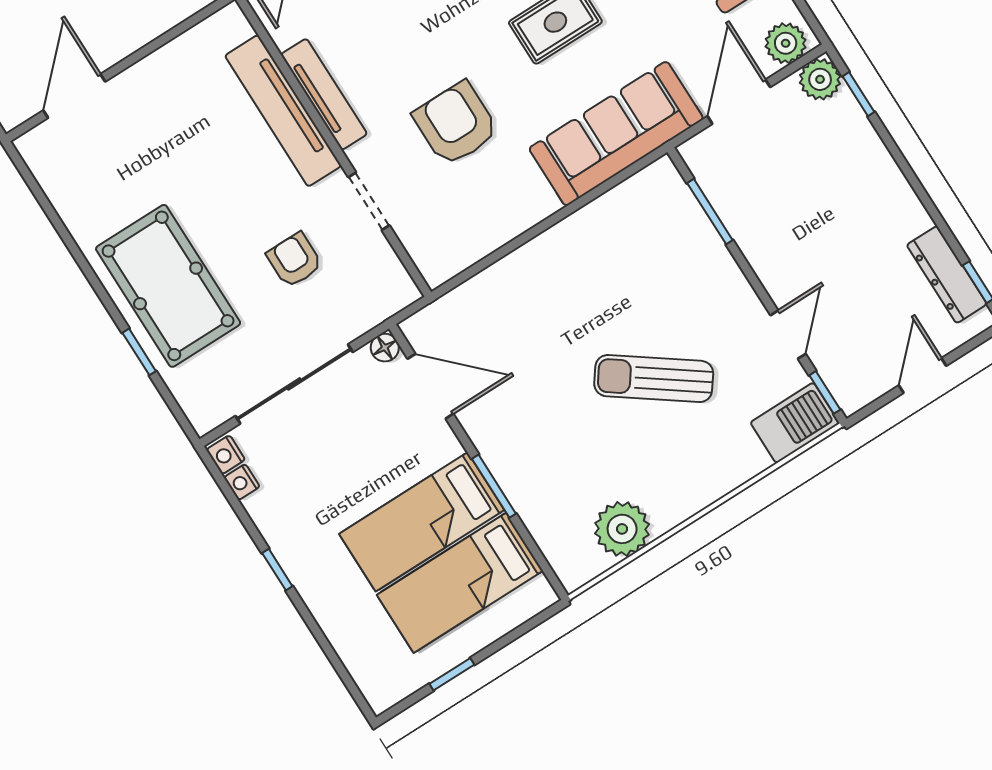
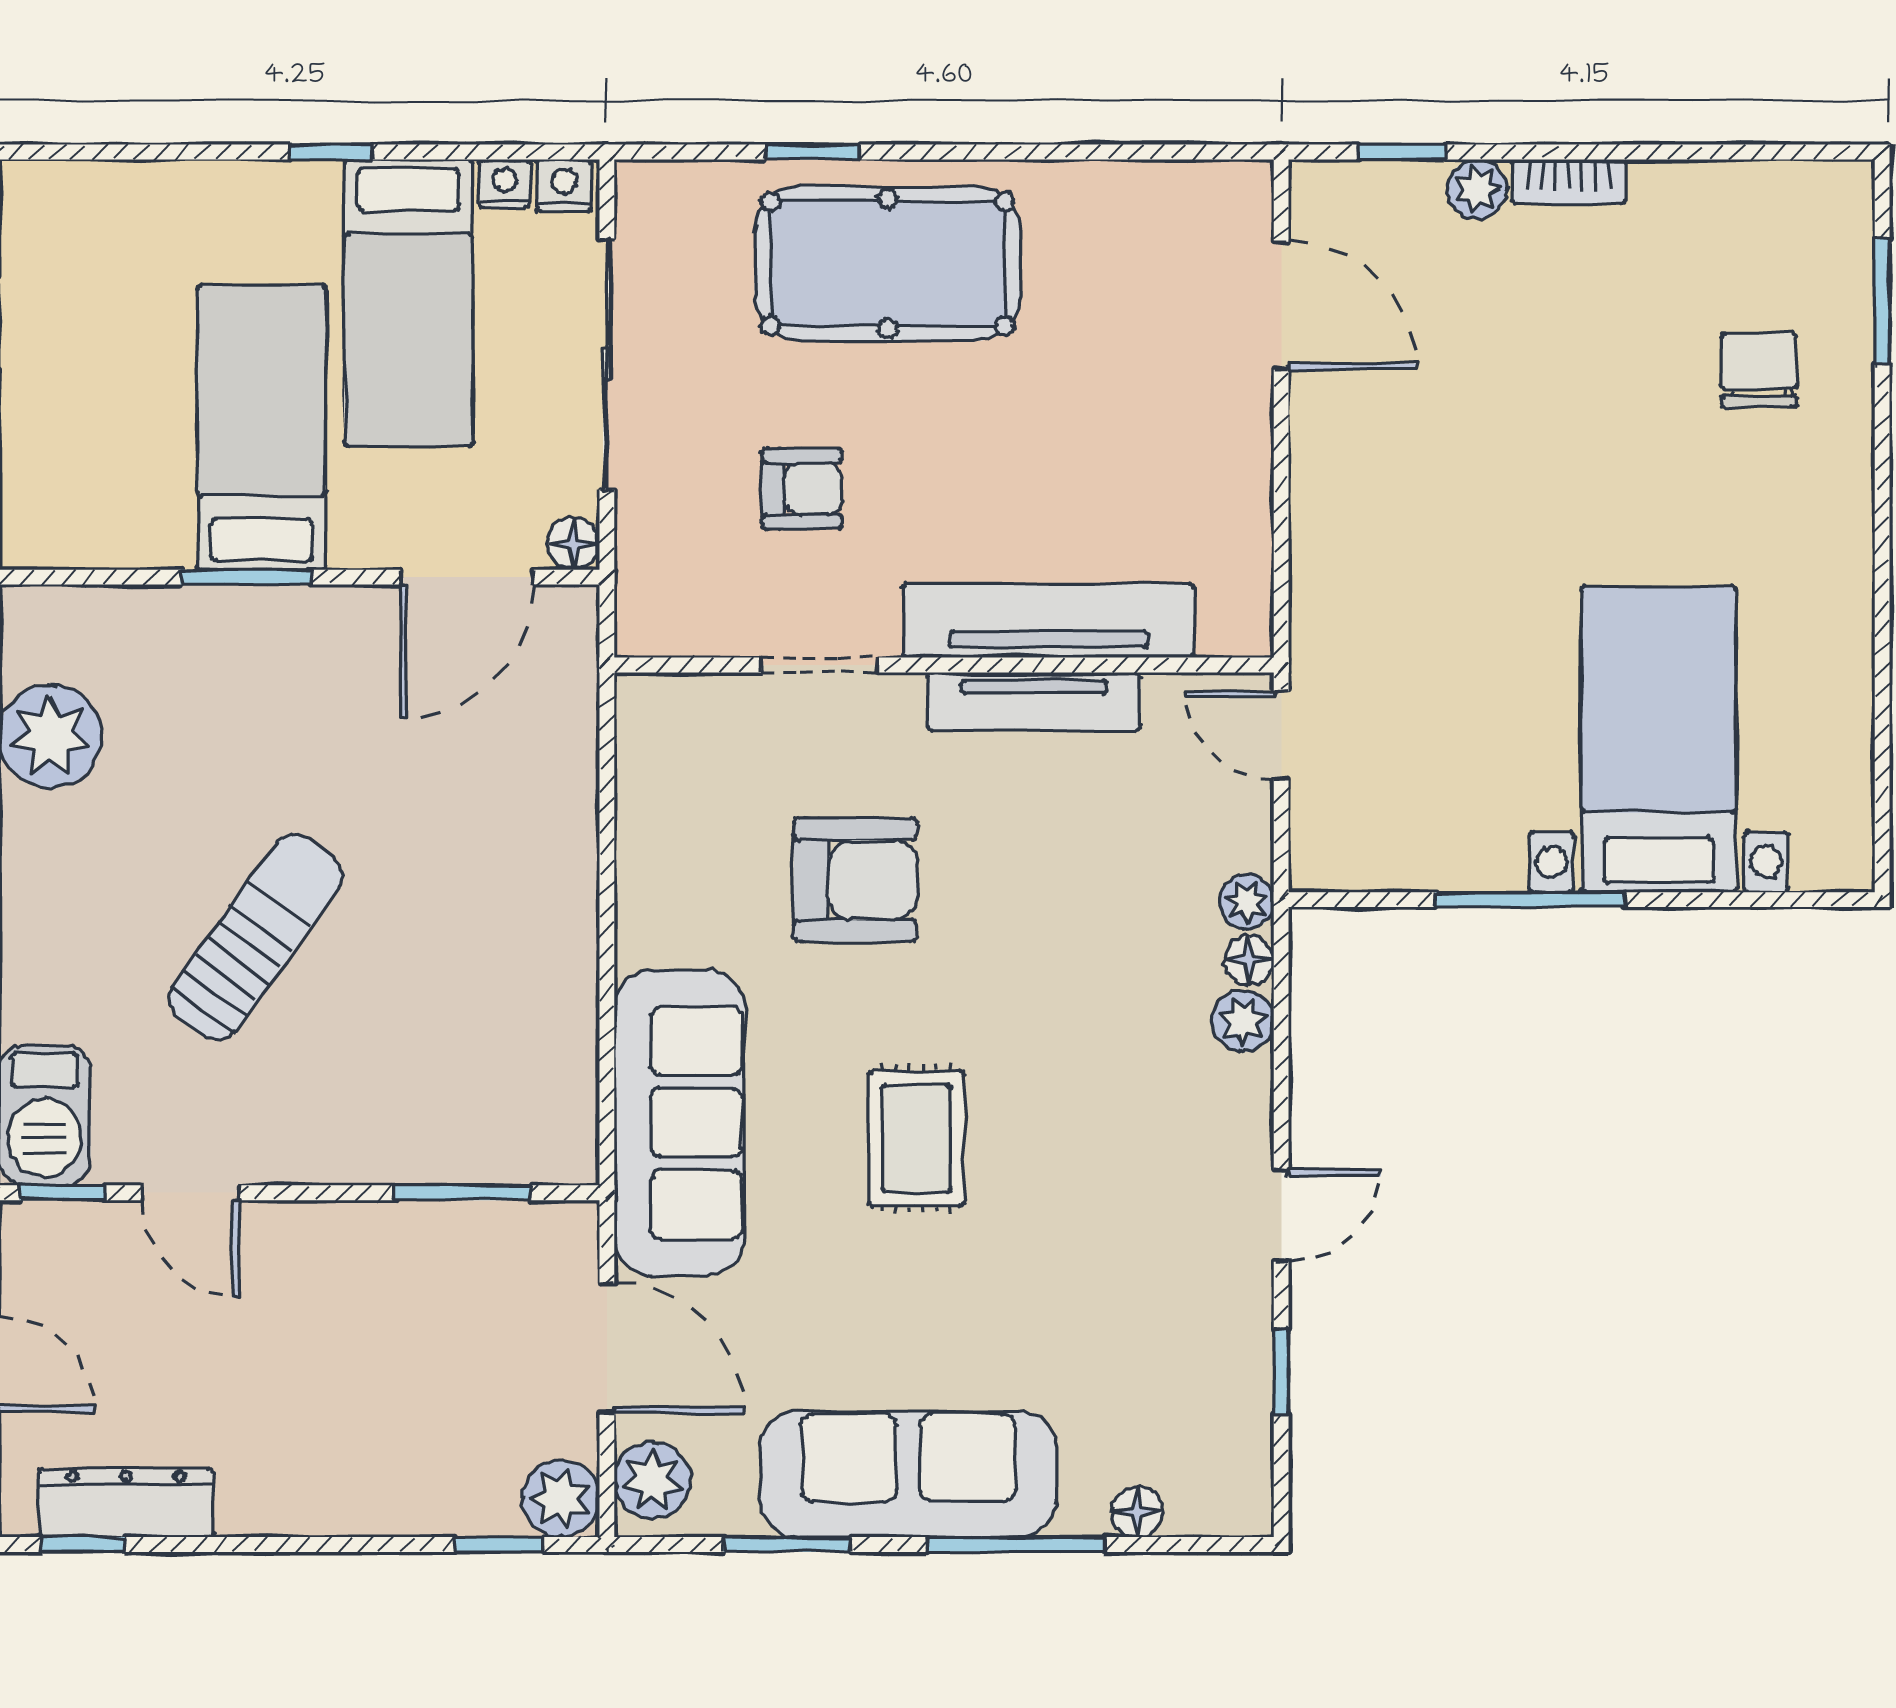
bed: (460, 583) -> (408, 303), moved, turned 180

